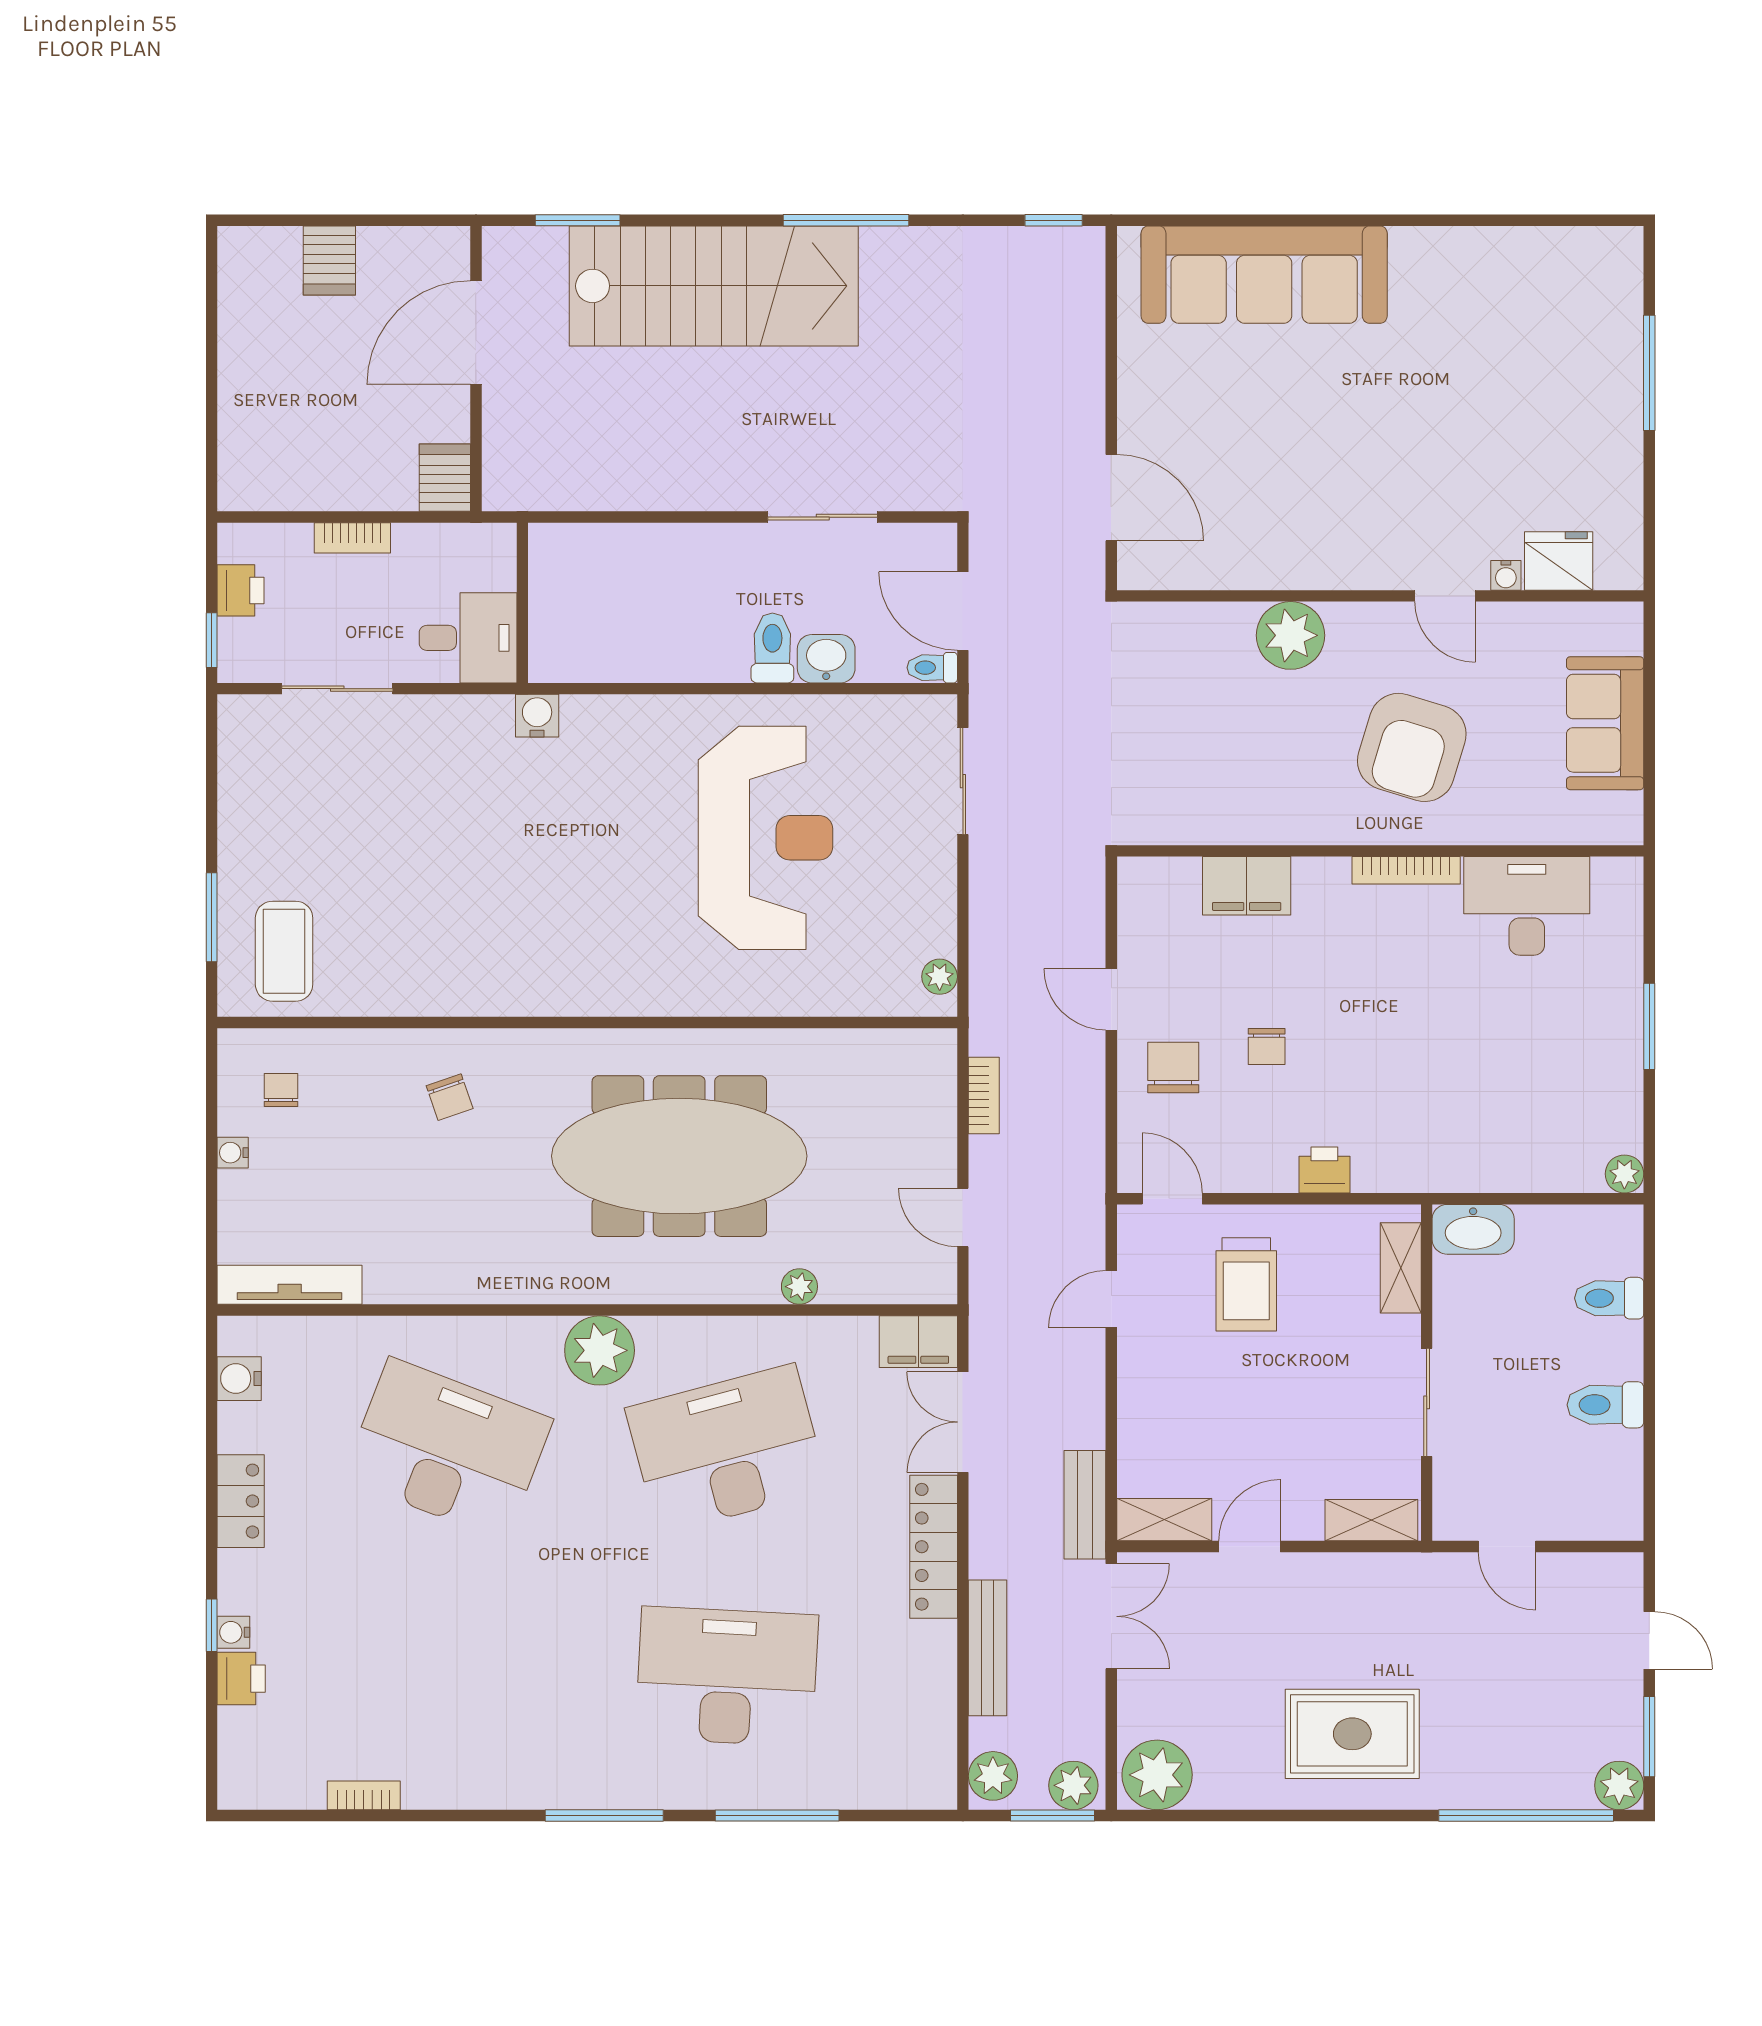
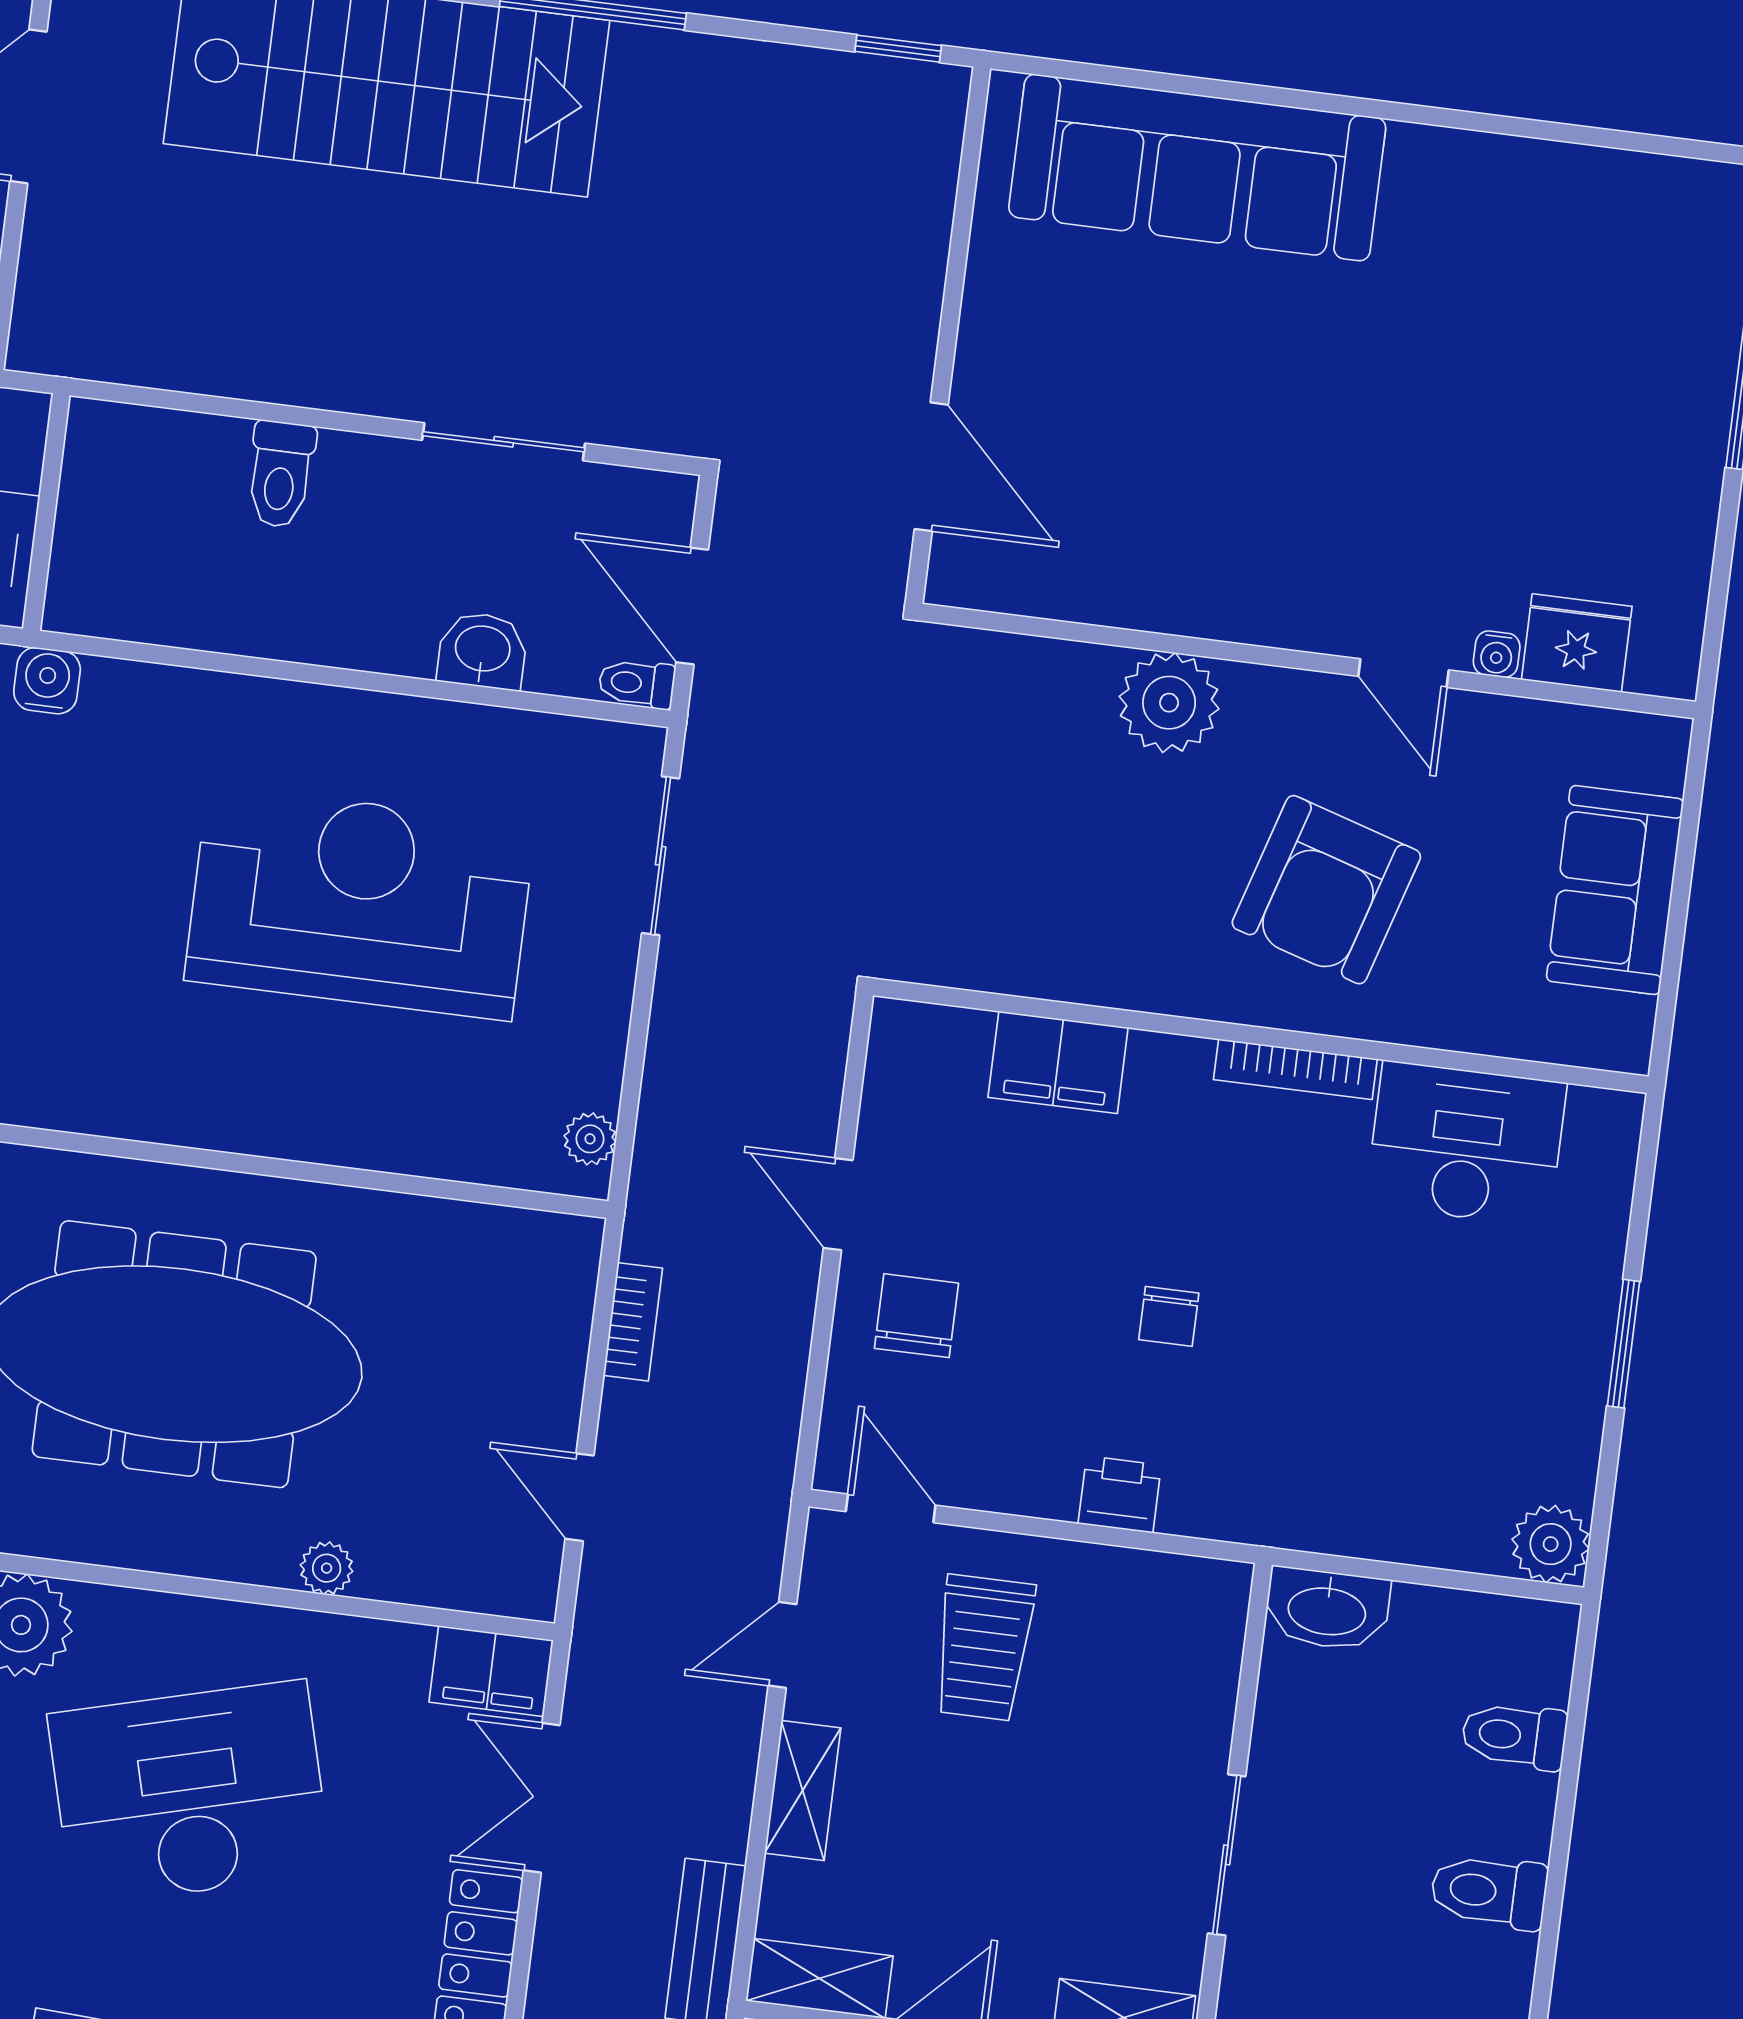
toilet: (772, 648) -> (281, 474), moved, turned 180
reception desk: (765, 838) -> (360, 902), turned -90
chair: (1267, 1046) -> (1169, 1316), moved
plant: (1624, 1174) -> (1551, 1544), width x1.38, depth x1.38
shelving: (1401, 1268) -> (803, 1790), moved

